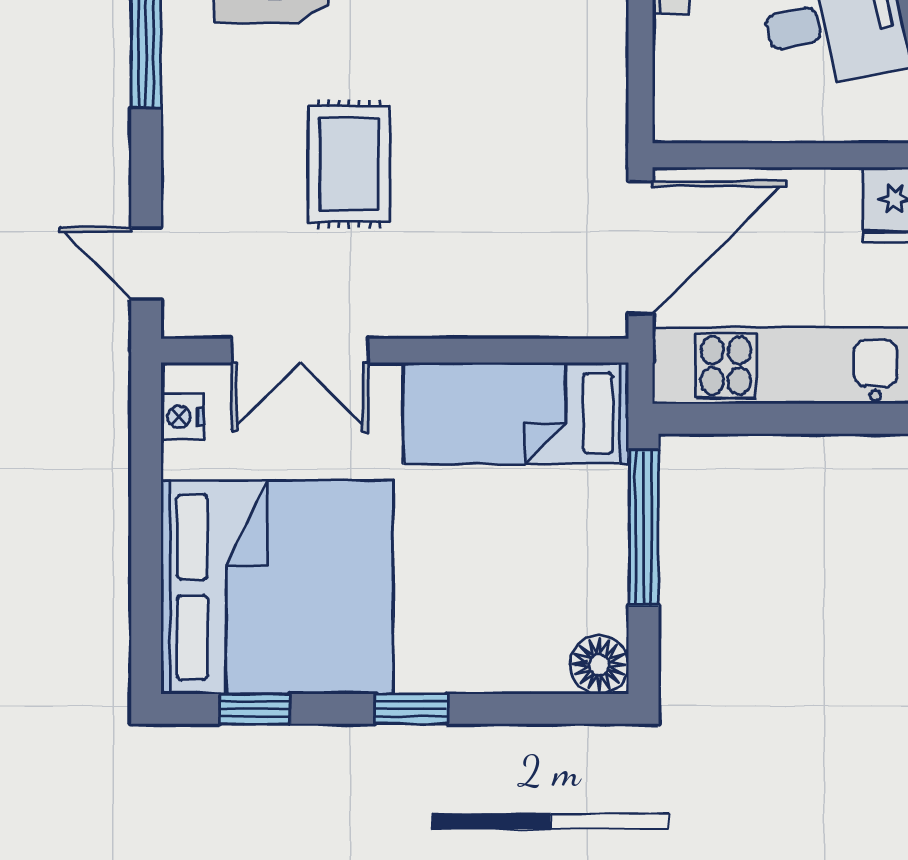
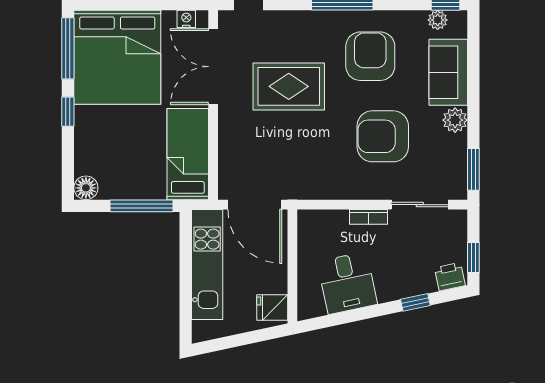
rug: (349, 164) -> (289, 86), width x1.36, depth x1.43
double door: (300, 351) -> (213, 67), width x1.37
window: (255, 709) -> (68, 48), width x2.17

